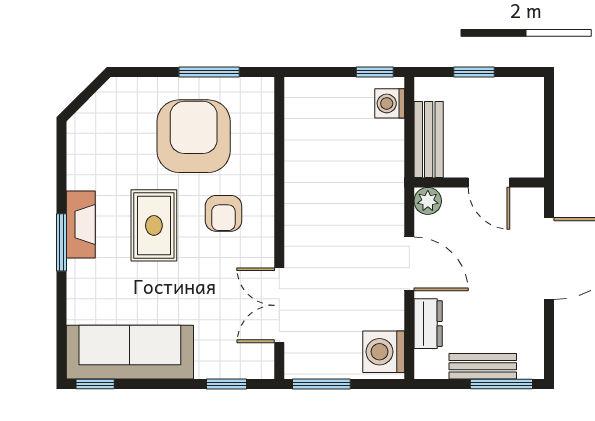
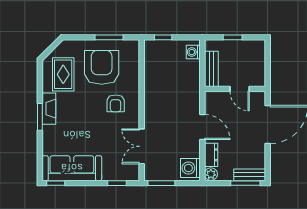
window: (375, 72) -> (163, 37), moved
plant: (428, 201) -> (211, 174), moved
rug: (154, 225) -> (63, 74), moved
bench: (483, 366) -> (250, 175), moved

